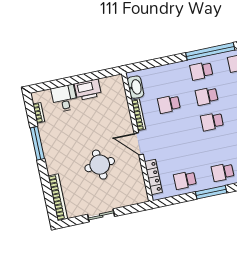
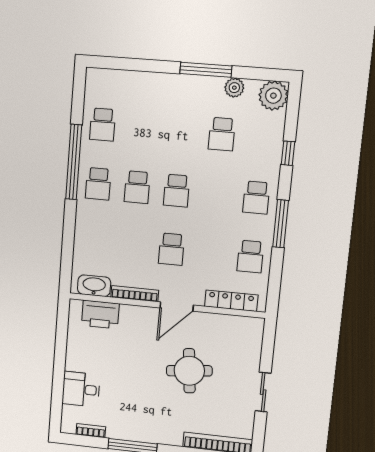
printer: (88, 90) -> (100, 314), moved, turned 90
school desk: (169, 104) -> (171, 249), moved

